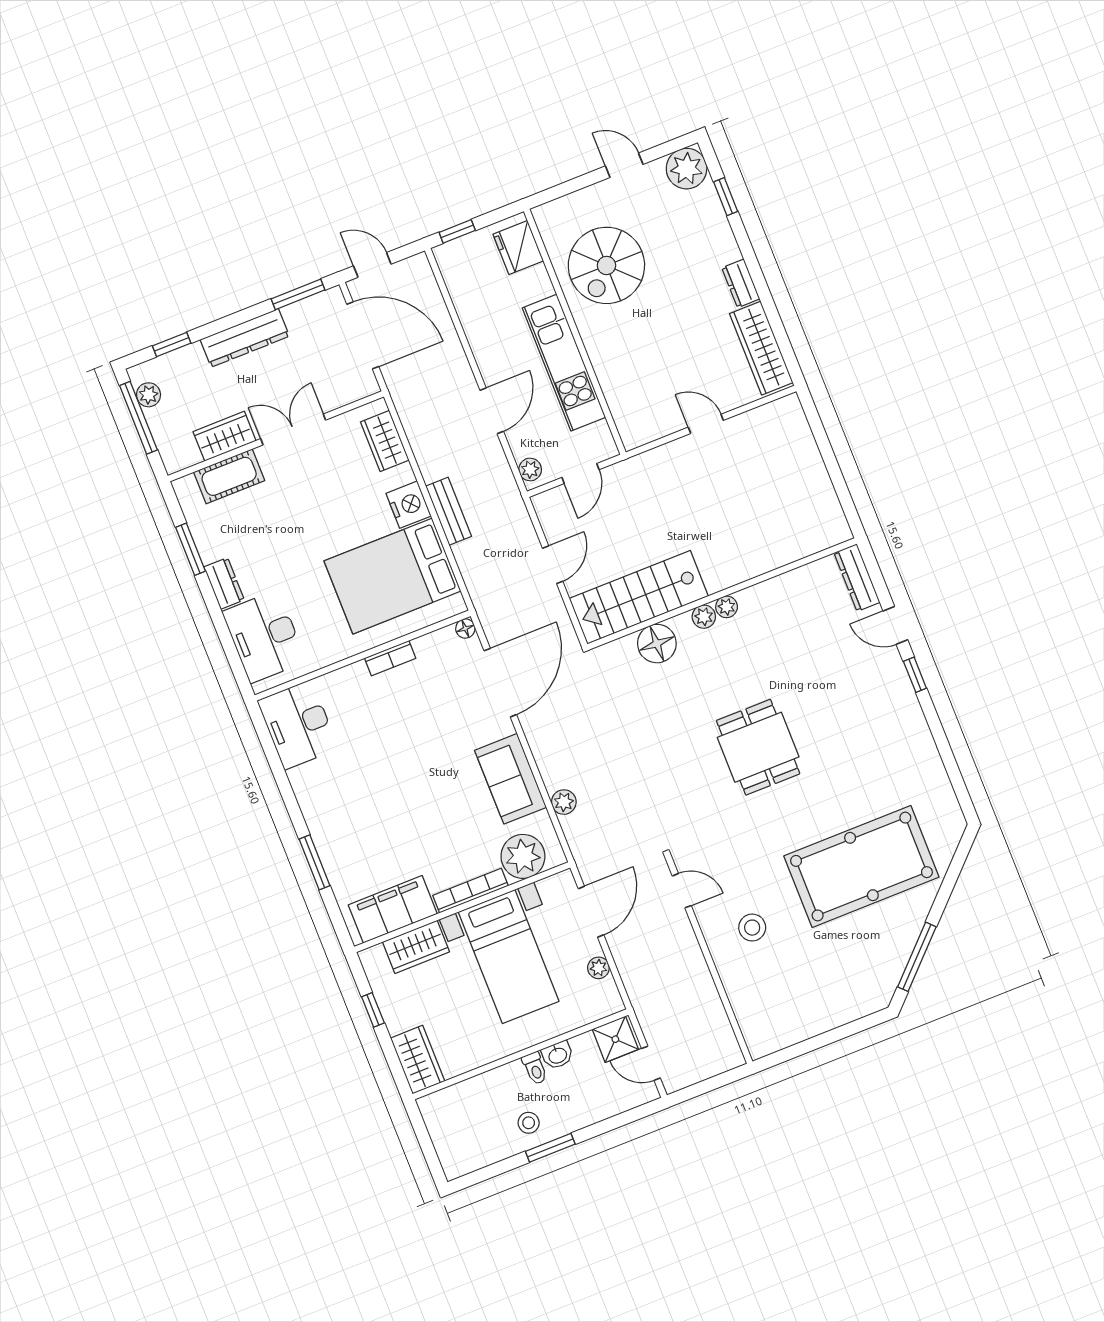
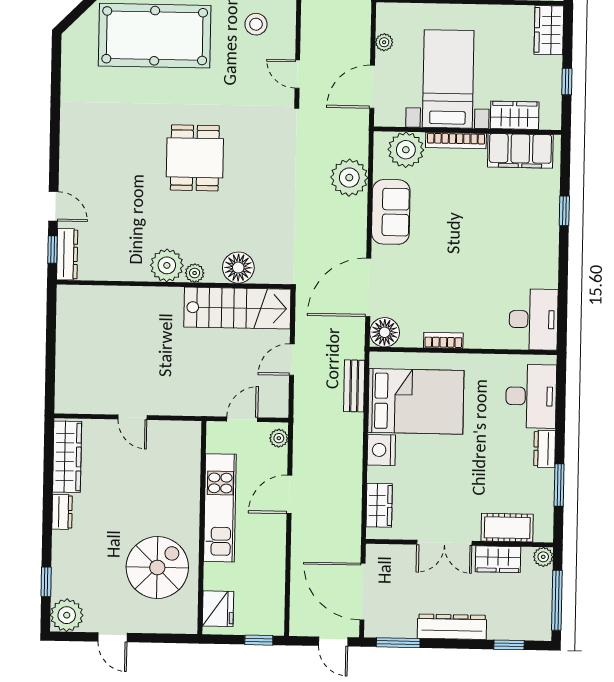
plant: (149, 395) -> (543, 557), moved
bench: (449, 511) -> (354, 386), moved
plant: (727, 607) -> (167, 265), width x1.88, depth x1.88
floor lamp: (465, 628) -> (385, 332), width x1.89, depth x1.89
window: (915, 675) -> (53, 250), moved
plant: (564, 802) -> (349, 178), width x1.87, depth x1.87
window: (315, 862) -> (564, 211), width x0.67

